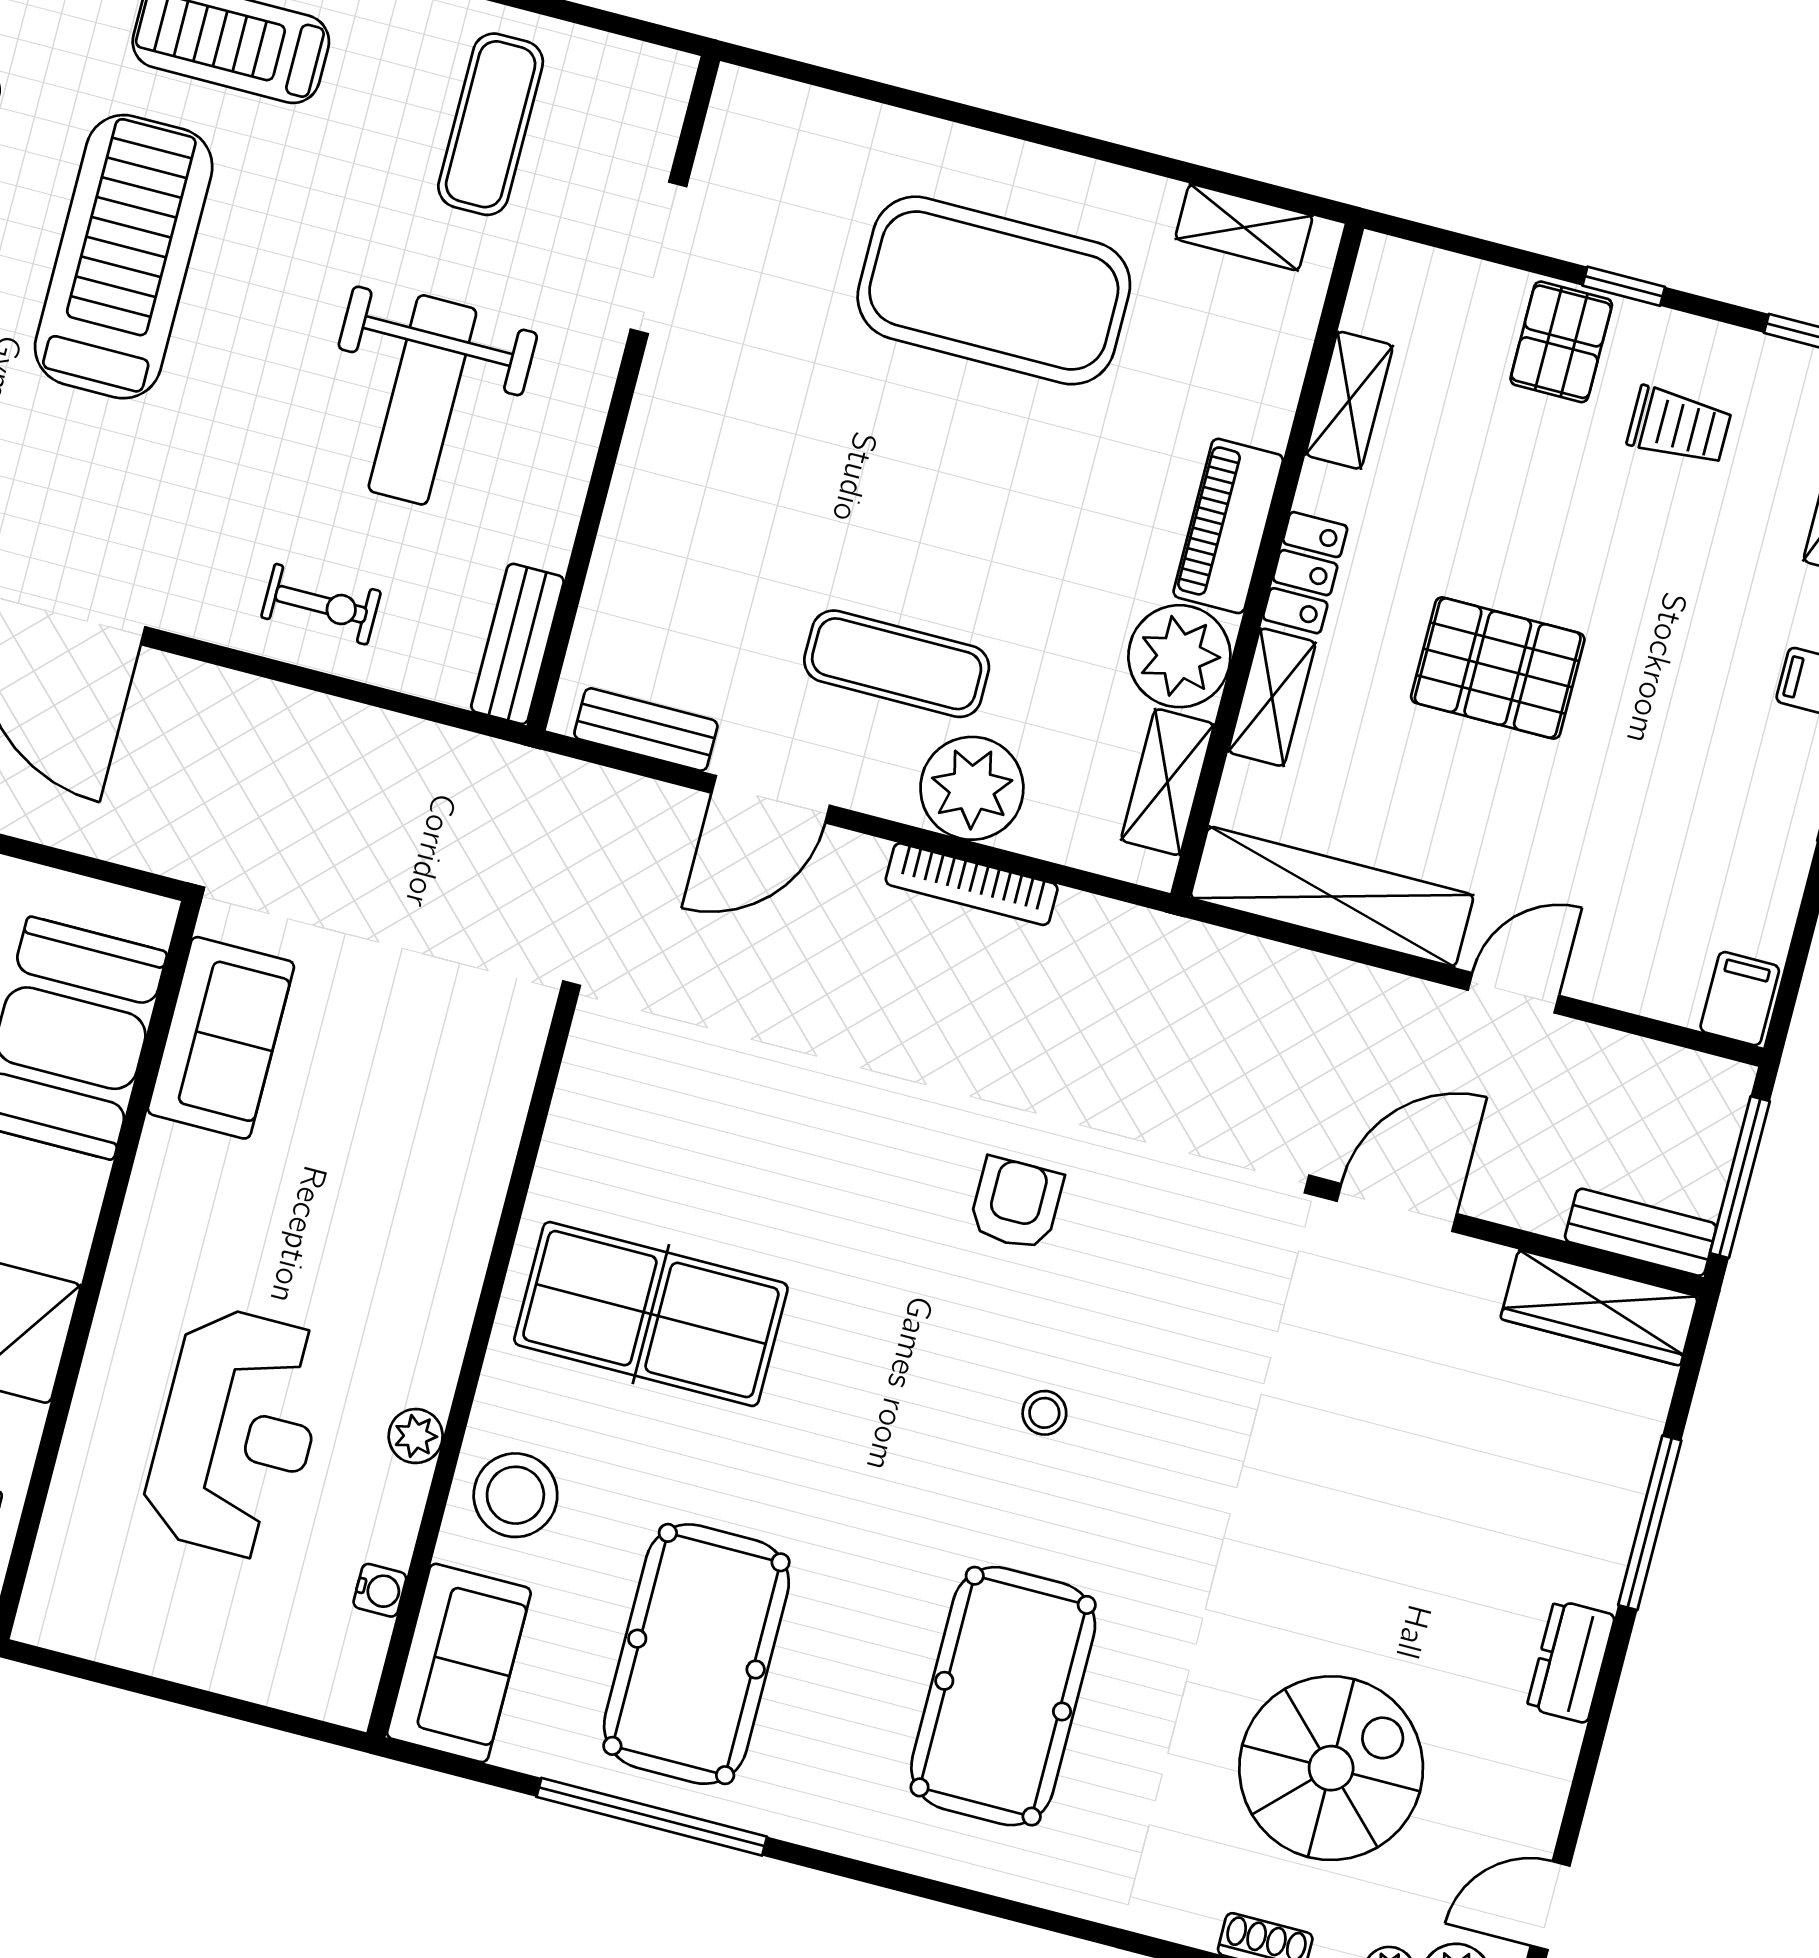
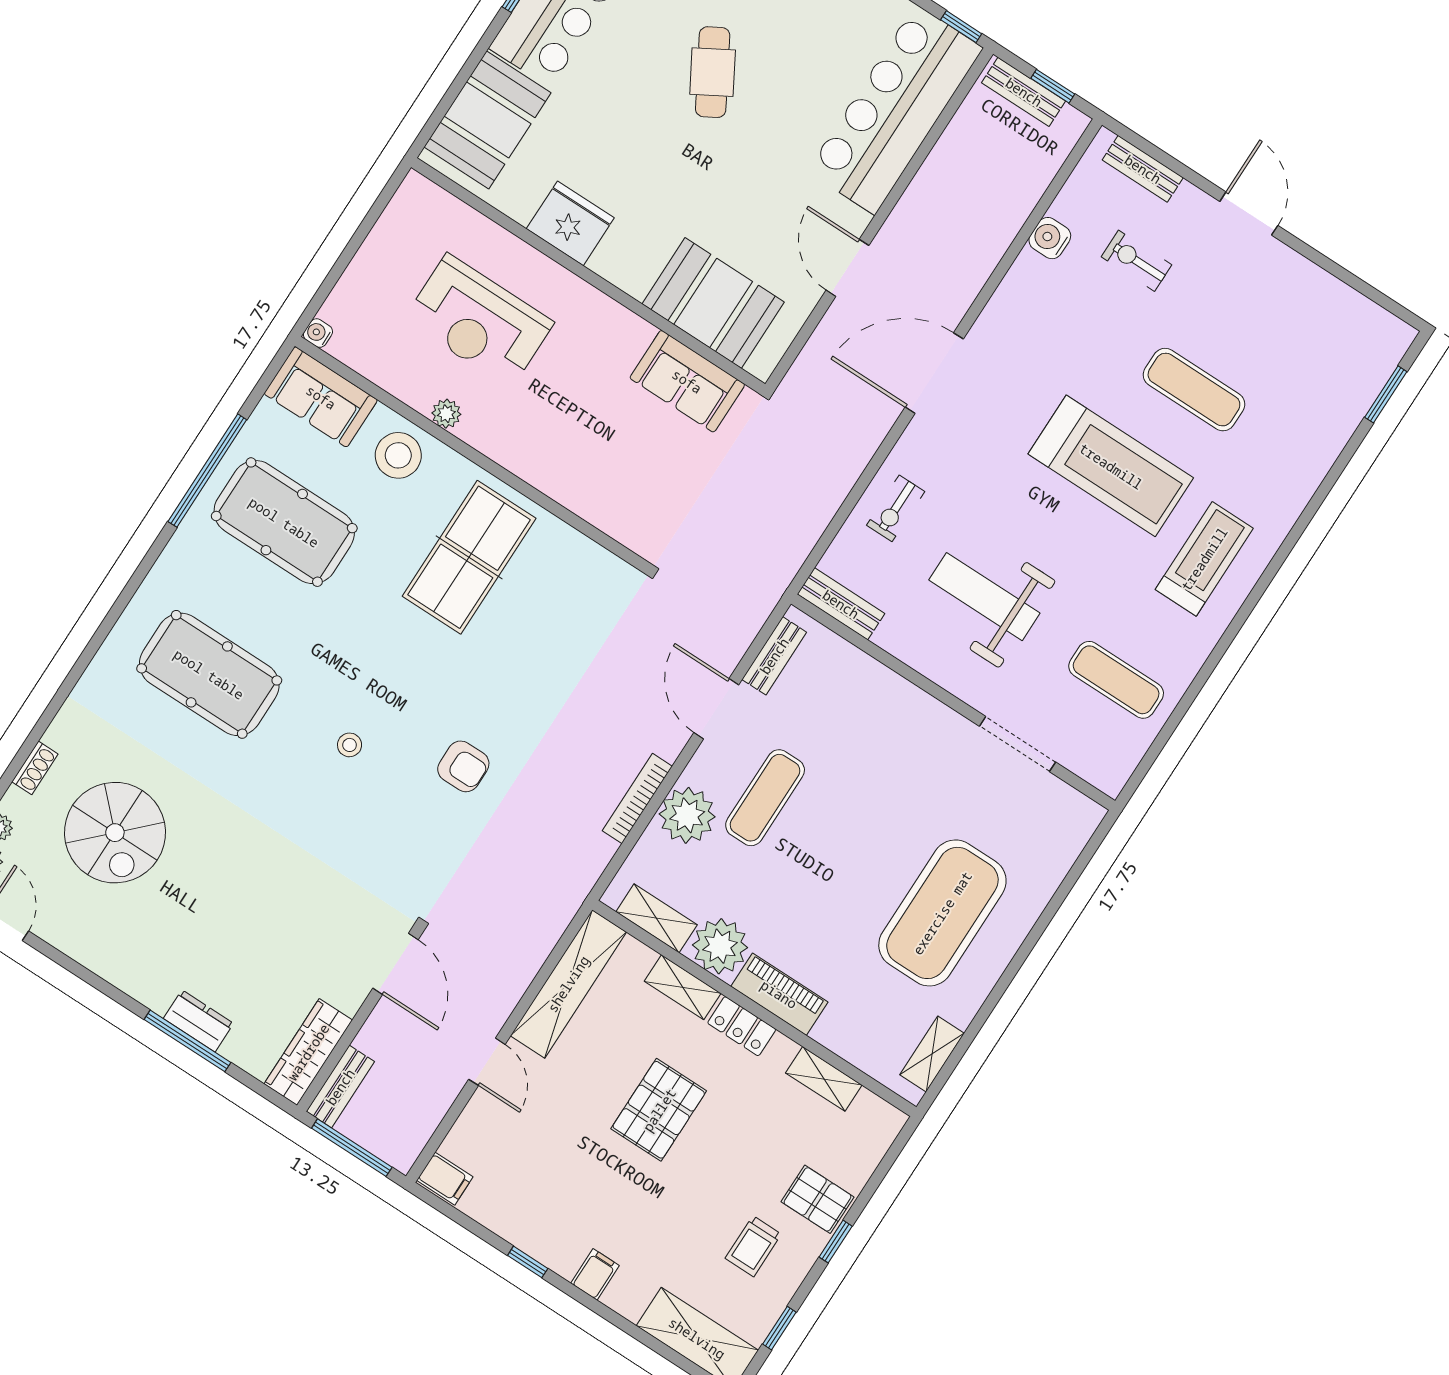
water cooler: (380, 1590) -> (318, 333), moved, turned 90
dresser: (1571, 1662) -> (198, 1021), moved

